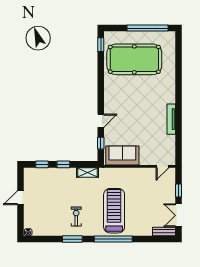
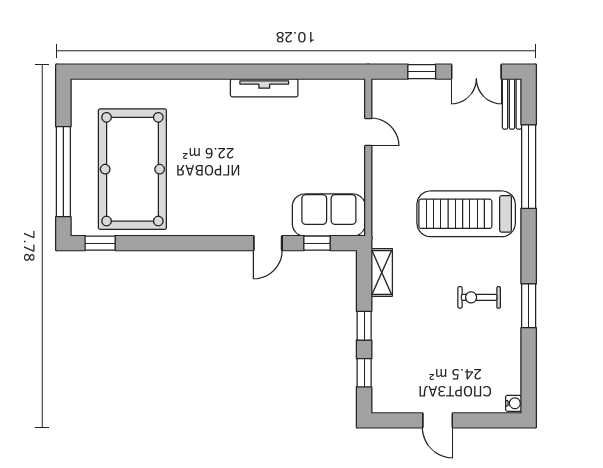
window: (147, 28) -> (63, 172), moved
door: (101, 121) -> (268, 243), swing flipped
sofa: (122, 155) -> (329, 215), moved, turned 90
door: (162, 166) -> (368, 132), moved
window: (113, 239) -> (529, 167), moved

